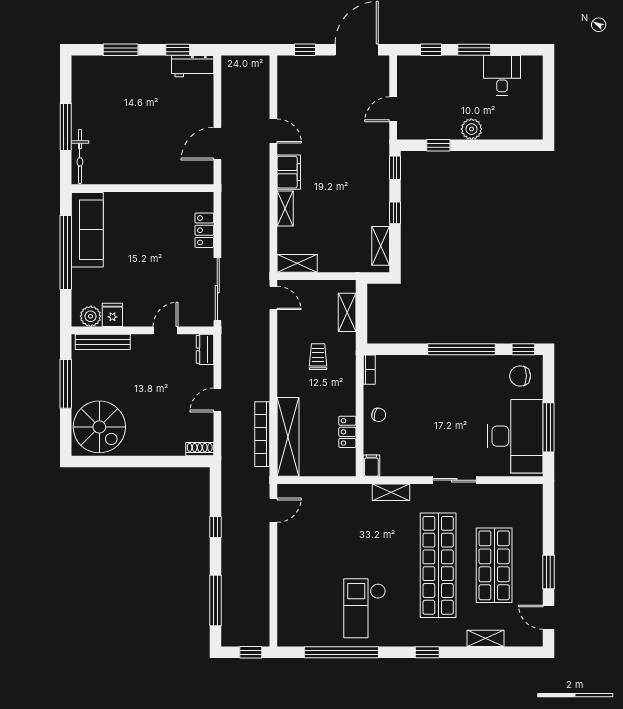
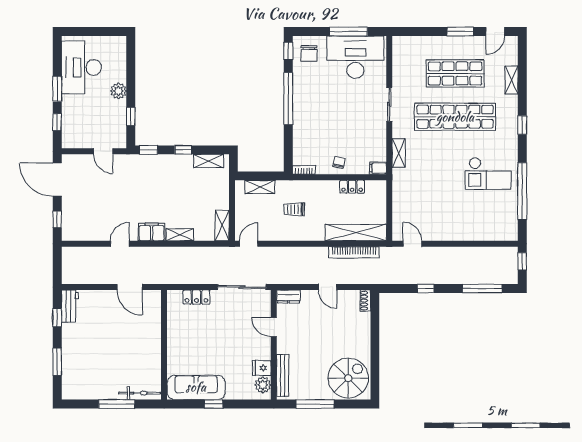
desk: (502, 75) -> (81, 67), width x1.87, depth x1.30
window: (66, 252) -> (214, 404), width x0.32

